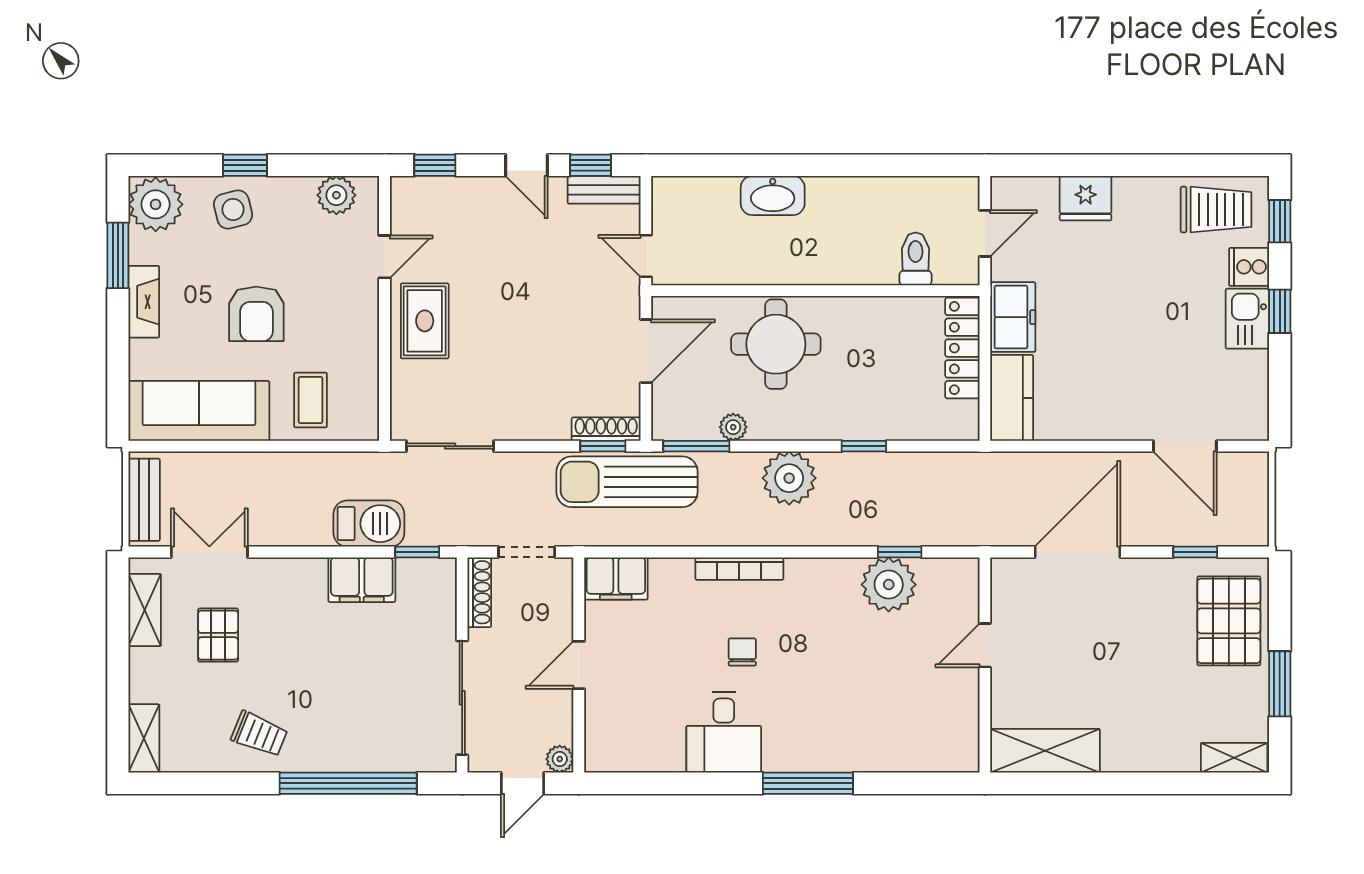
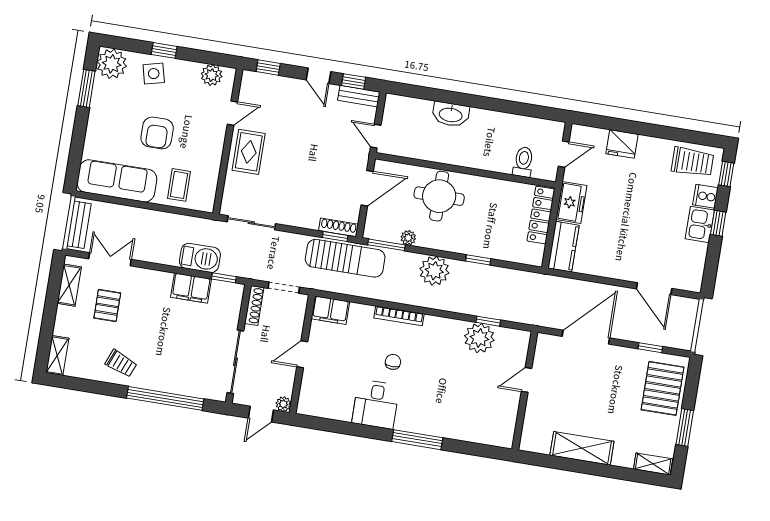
fireplace: (144, 302) -> (96, 116), removed
sun lounger: (627, 482) -> (345, 258), turned 180
shelving: (1045, 751) -> (582, 448), moved

